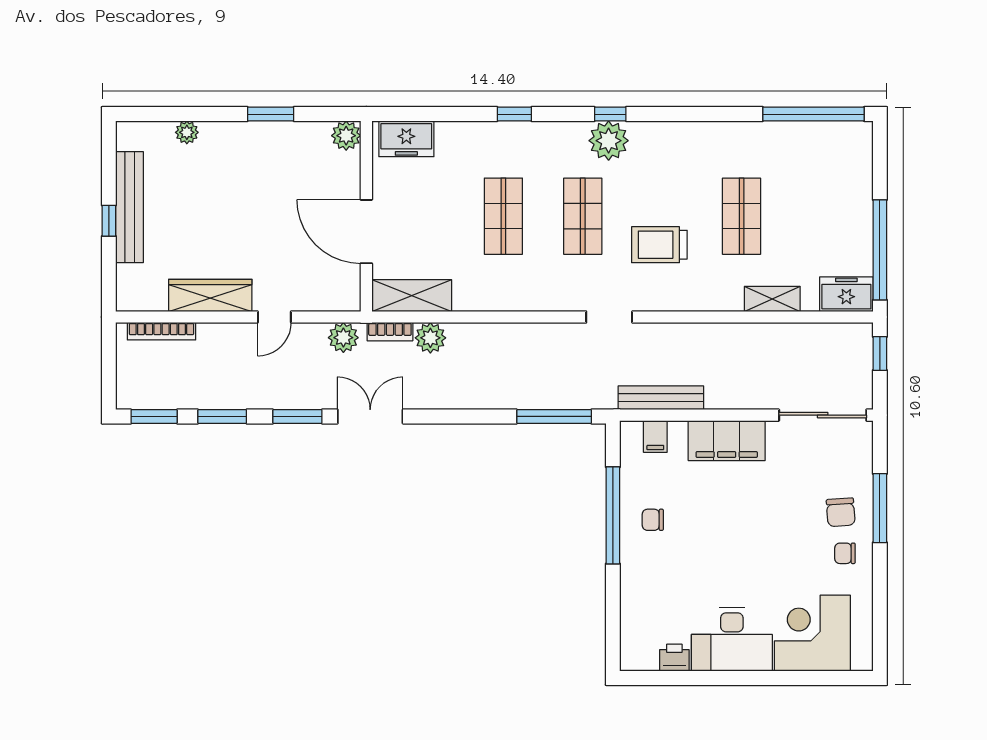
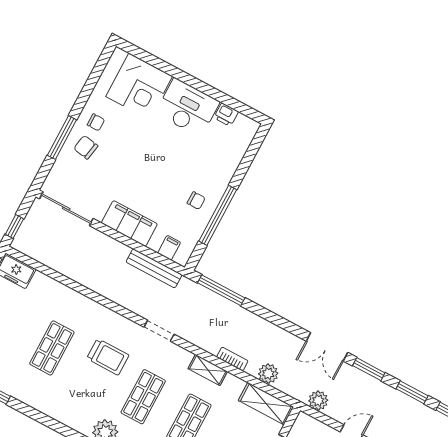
shelving: (772, 299) -> (208, 370), moved
bookcase: (390, 332) -> (232, 359), moved
chair: (841, 512) -> (86, 147), turned -76

